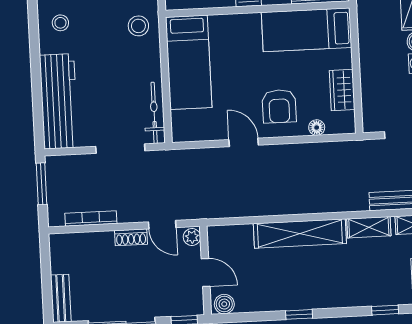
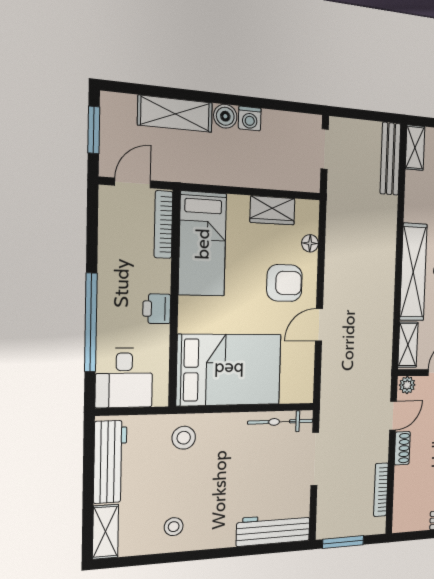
bed: (189, 62) -> (229, 370), width x1.50
workbench: (59, 101) -> (273, 530), width x0.73, depth x0.76
shelving: (369, 227) -> (408, 345), moved

